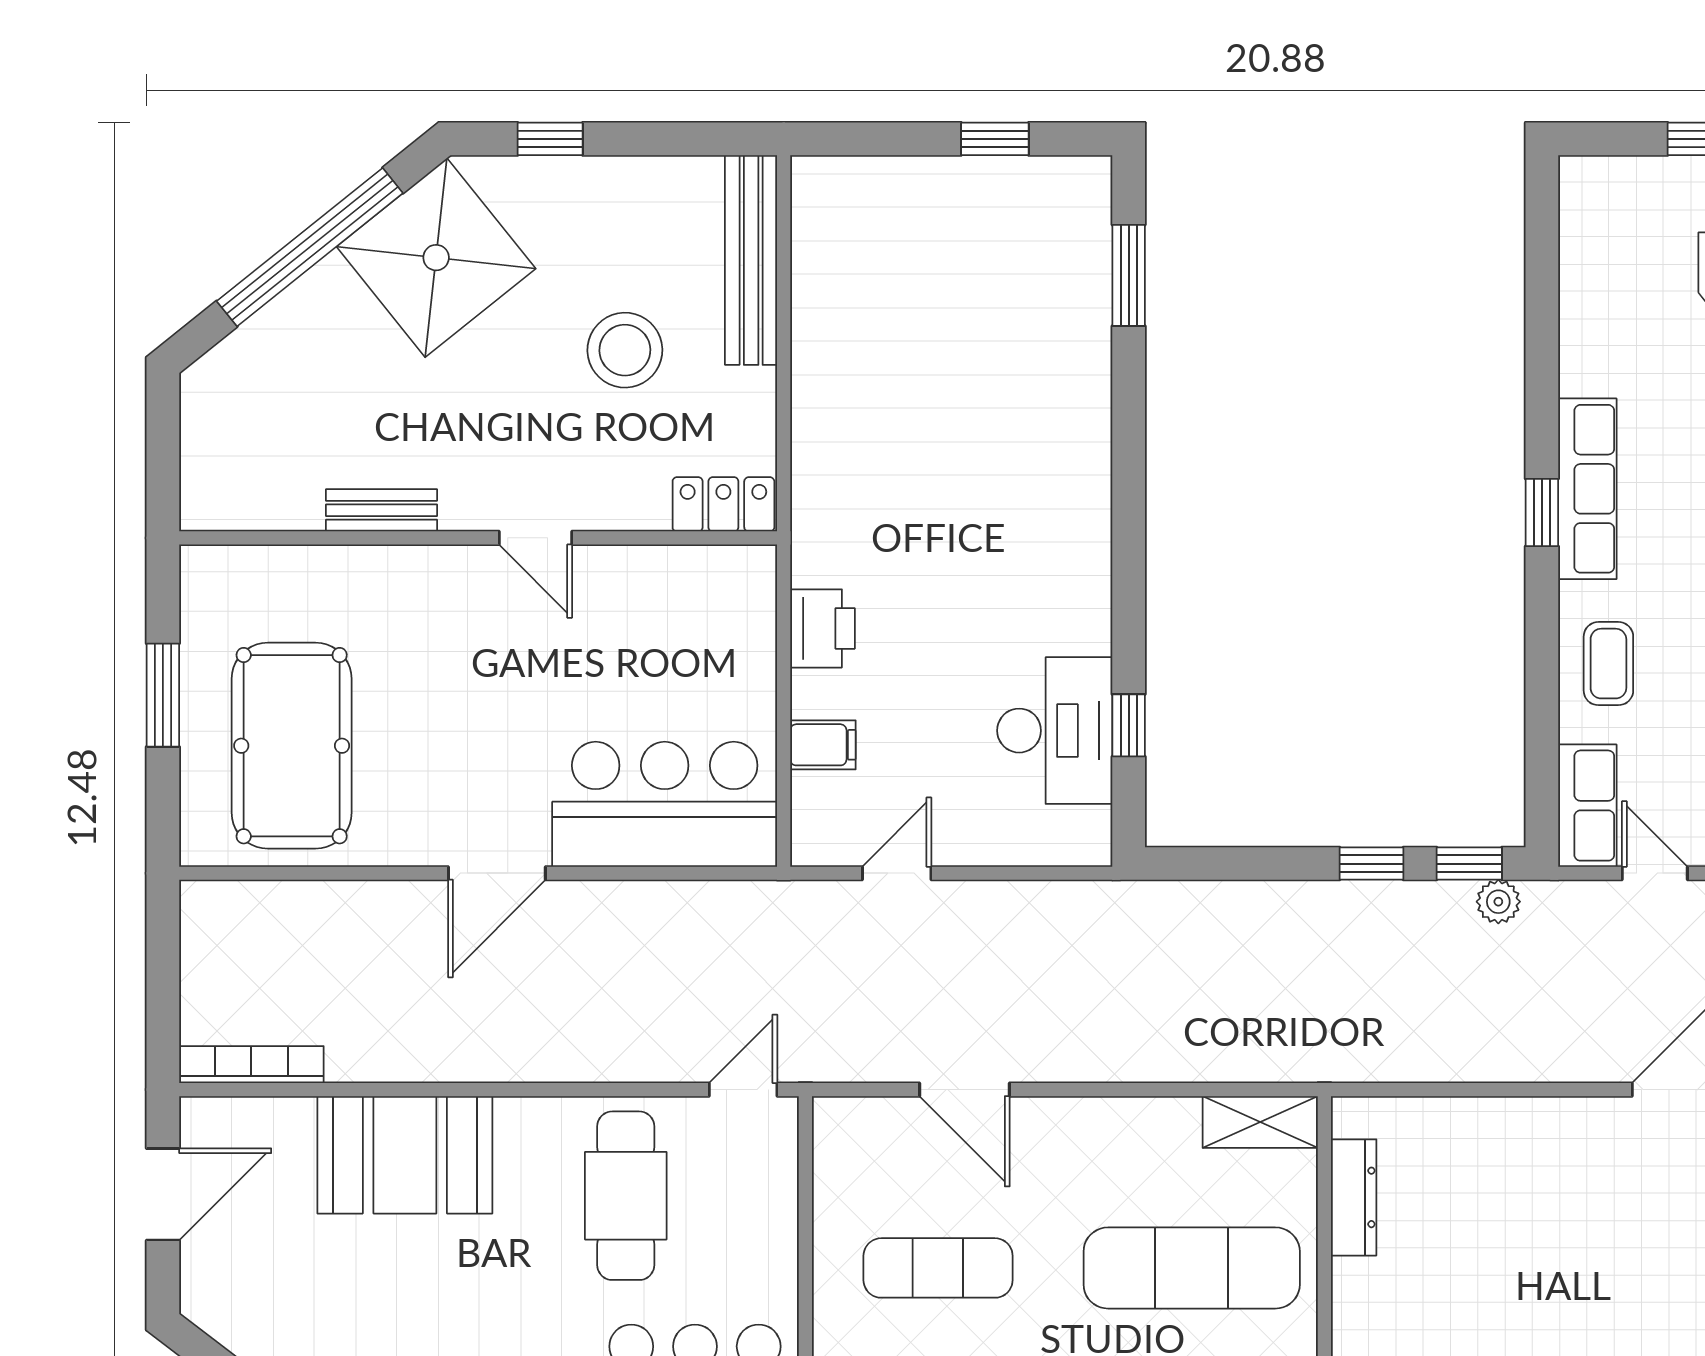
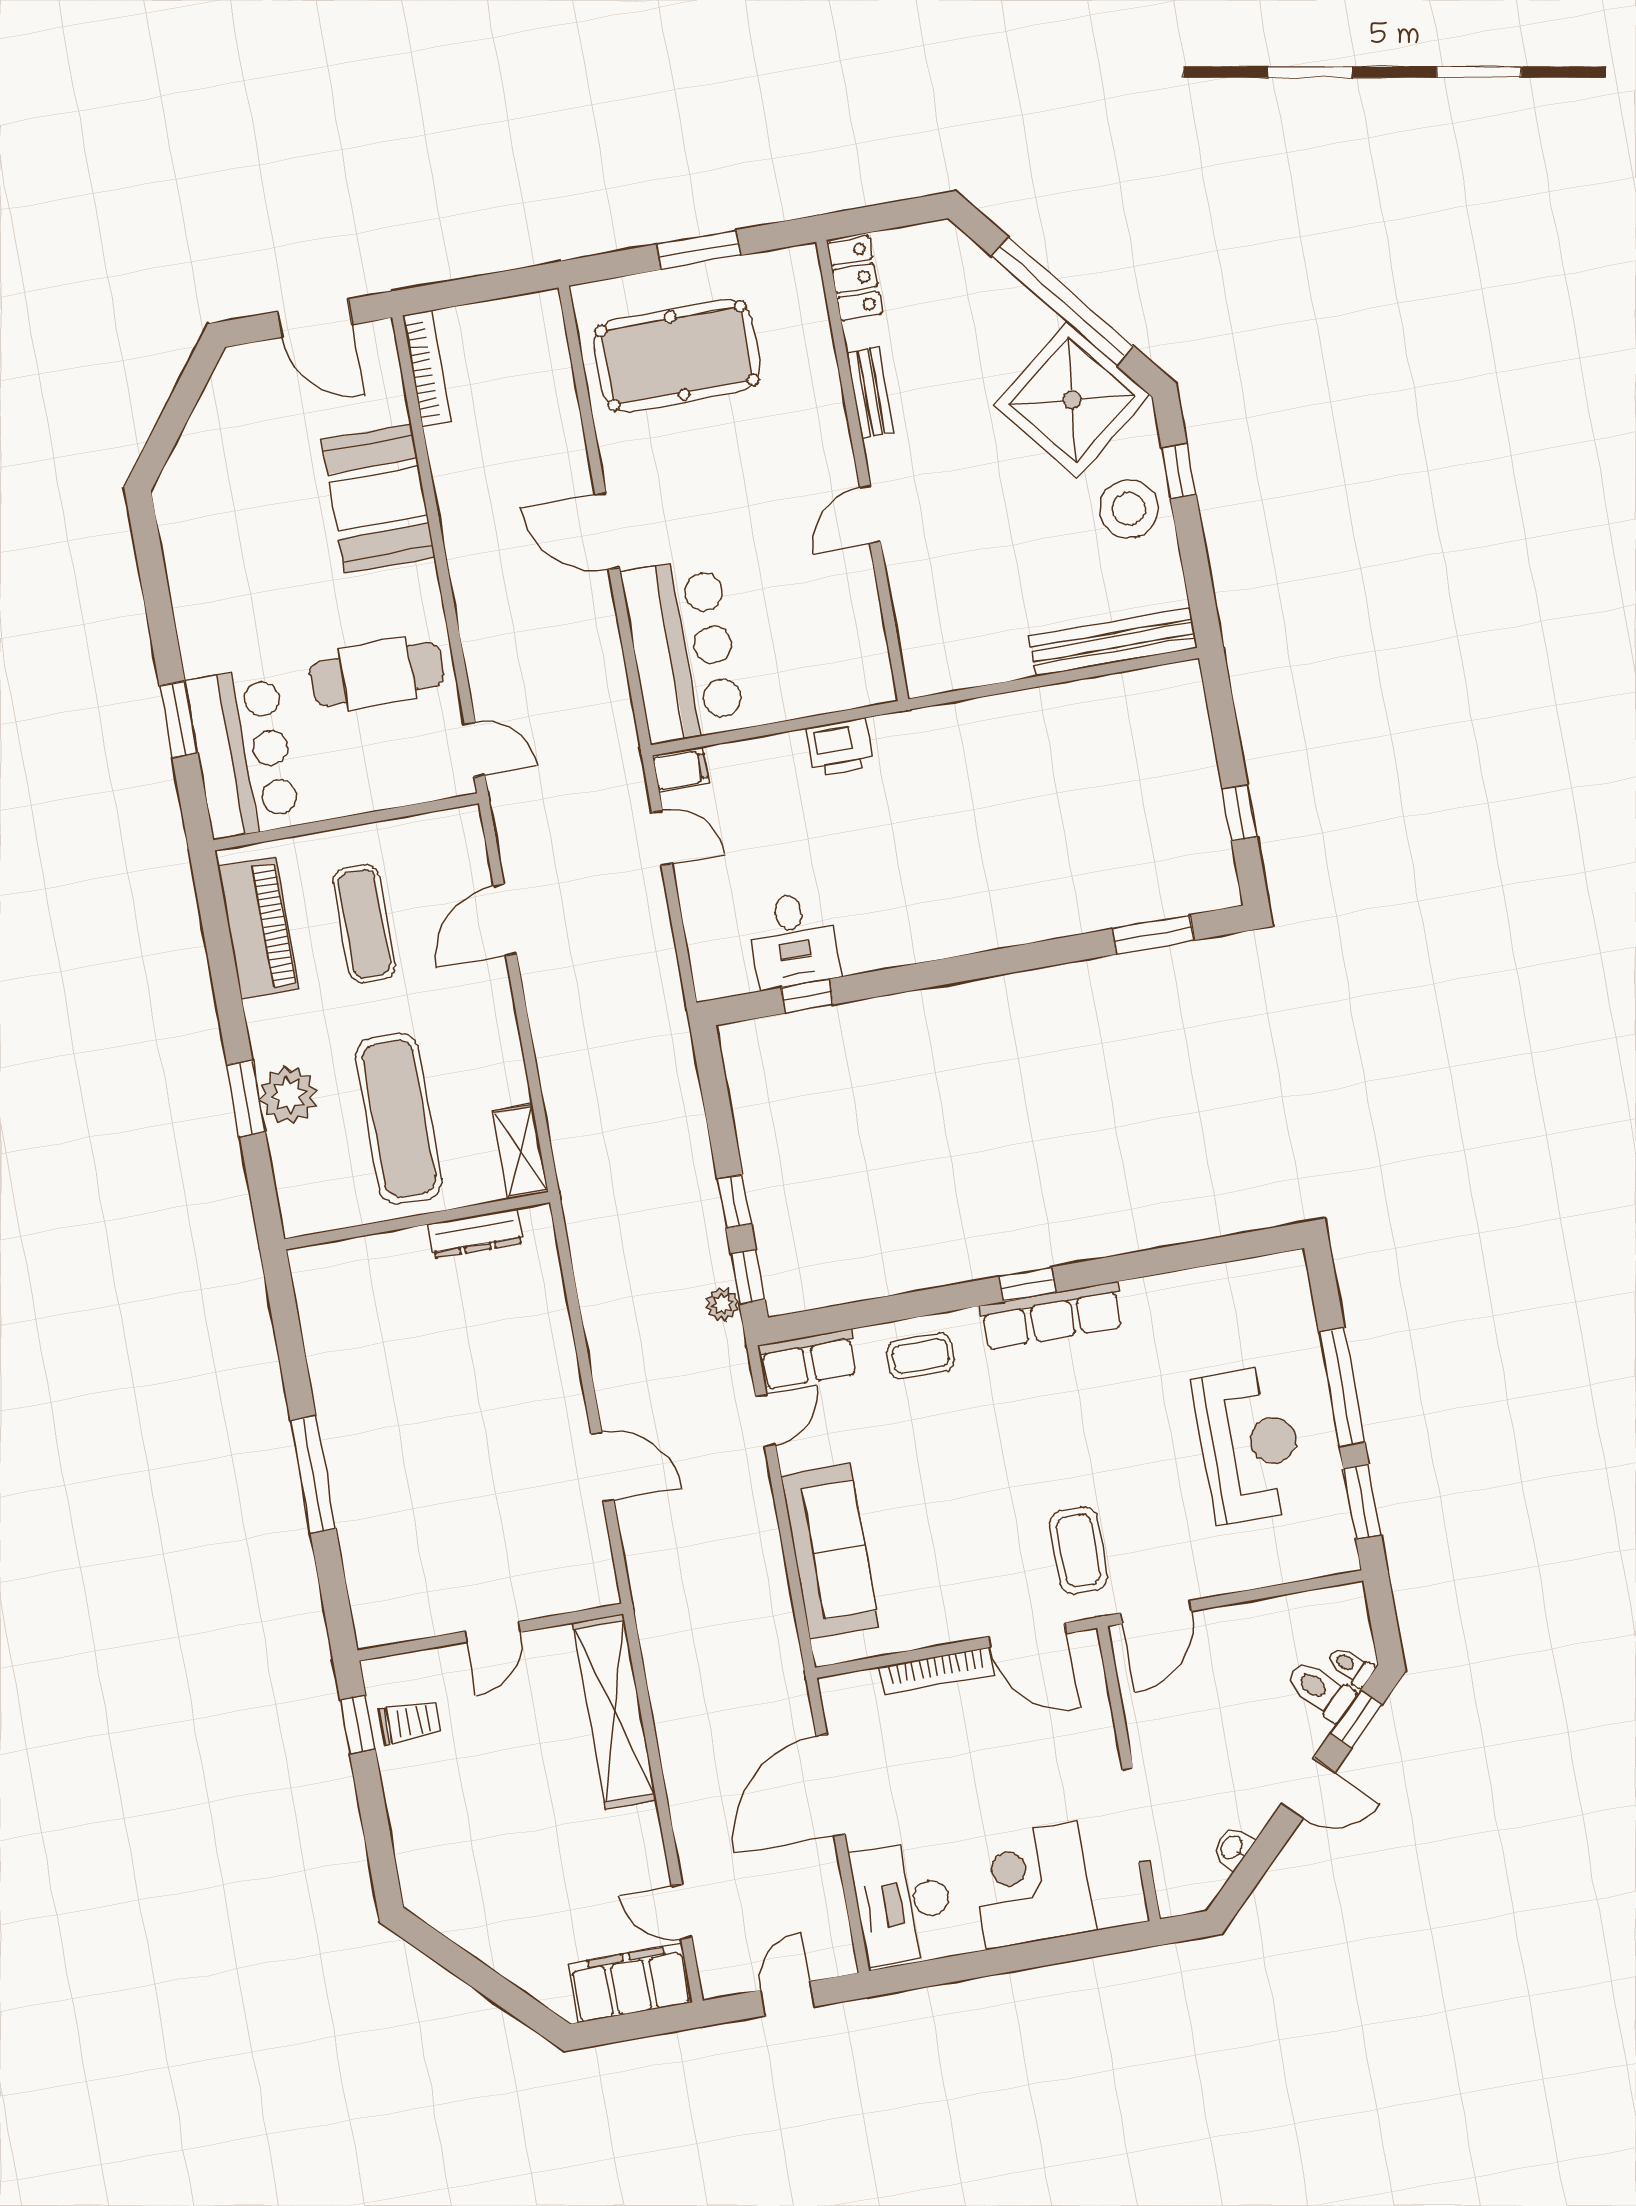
stool: (625, 350) -> (1129, 509), moved
locker: (723, 504) -> (855, 278), moved
desk: (1055, 731) -> (793, 940), width x0.73
filing cabinet: (823, 745) -> (681, 770), moved, turned -90

